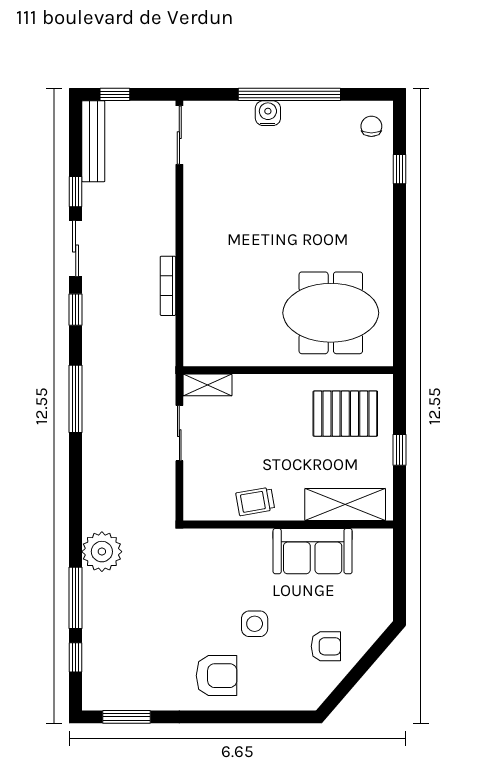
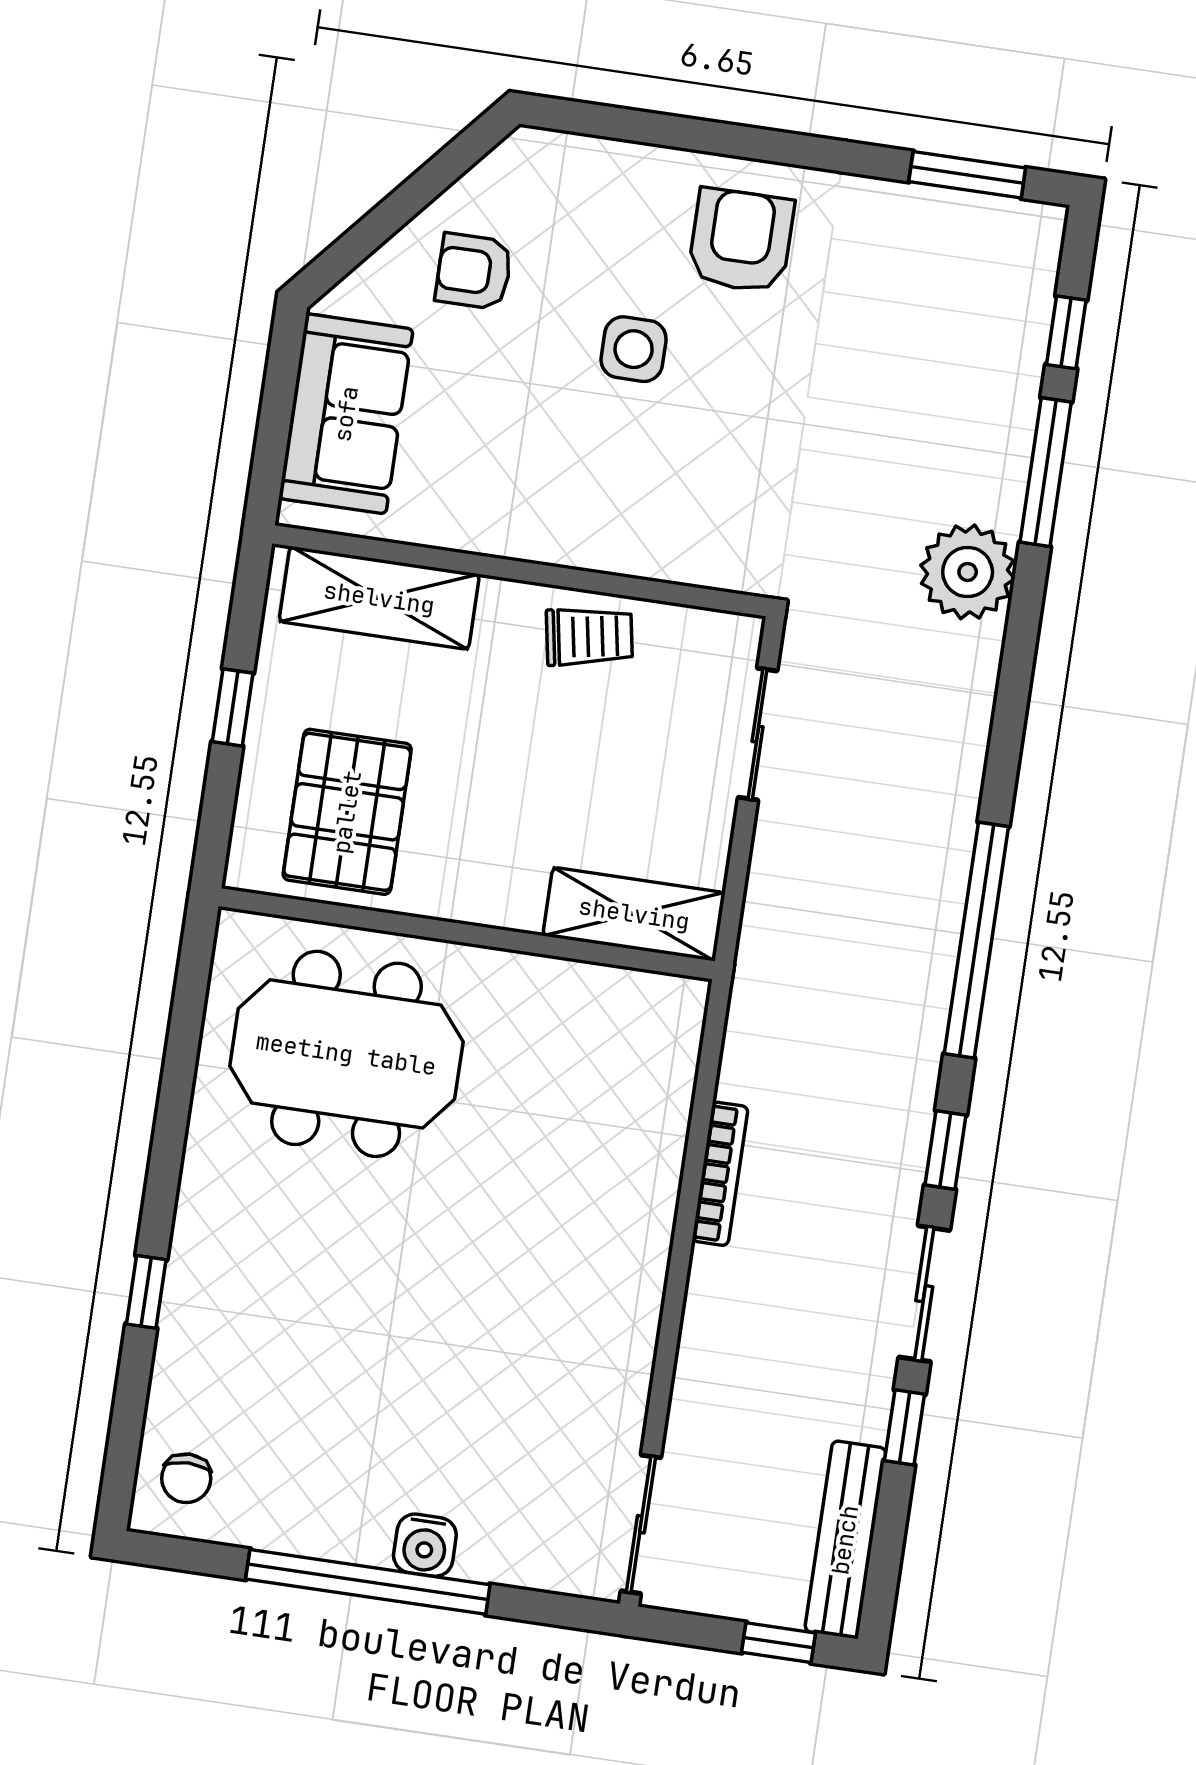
window: (399, 169) -> (146, 1292), moved
shelving: (208, 385) -> (634, 914), width x1.50, depth x1.33
window: (76, 399) -> (976, 940), width x1.46
pallet: (345, 414) -> (347, 812), turned 90
sliding door: (179, 433) -> (758, 734), moved
sofa: (313, 551) -> (346, 414), moved, turned 90
armchair: (217, 676) -> (741, 241), turned 90

